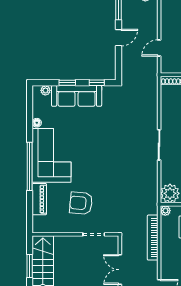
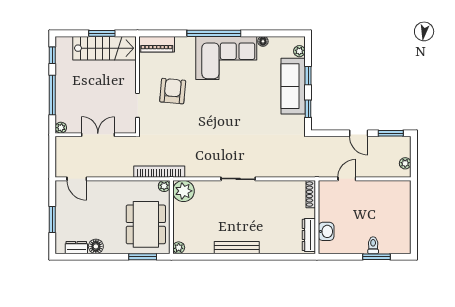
door: (159, 48) -> (347, 179), hinge flipped
piano: (39, 199) -> (157, 44), moved
bookcase: (153, 238) -> (159, 172), moved

